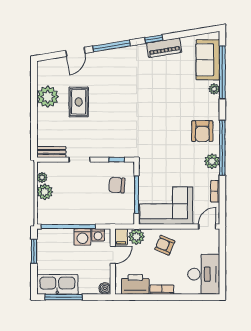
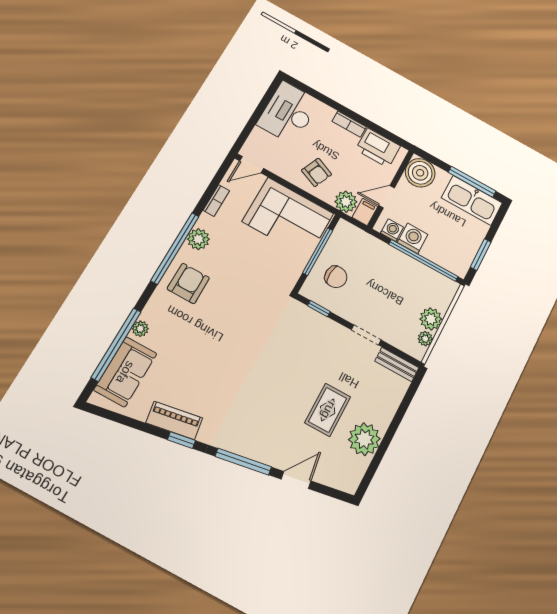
boiler: (105, 288) -> (420, 173), width x1.86, depth x1.86

